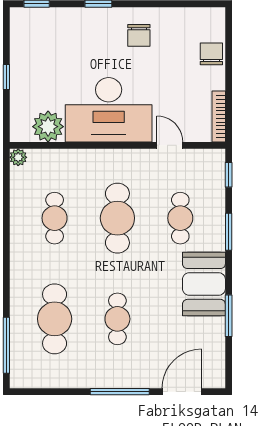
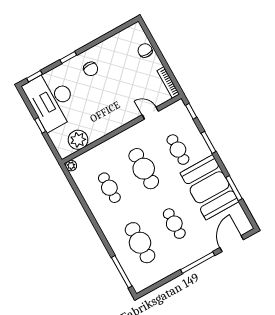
chair: (139, 35) -> (91, 69), moved
desk: (109, 110) -> (52, 100), moved, turned 90
booth: (204, 284) -> (209, 187), width x1.36, depth x1.42

